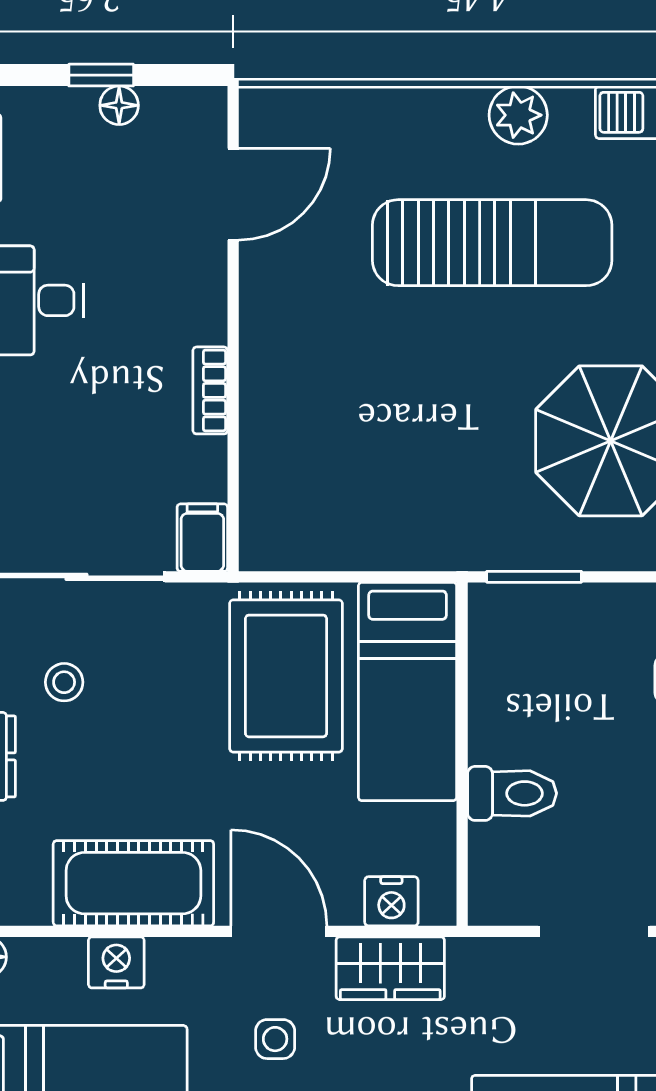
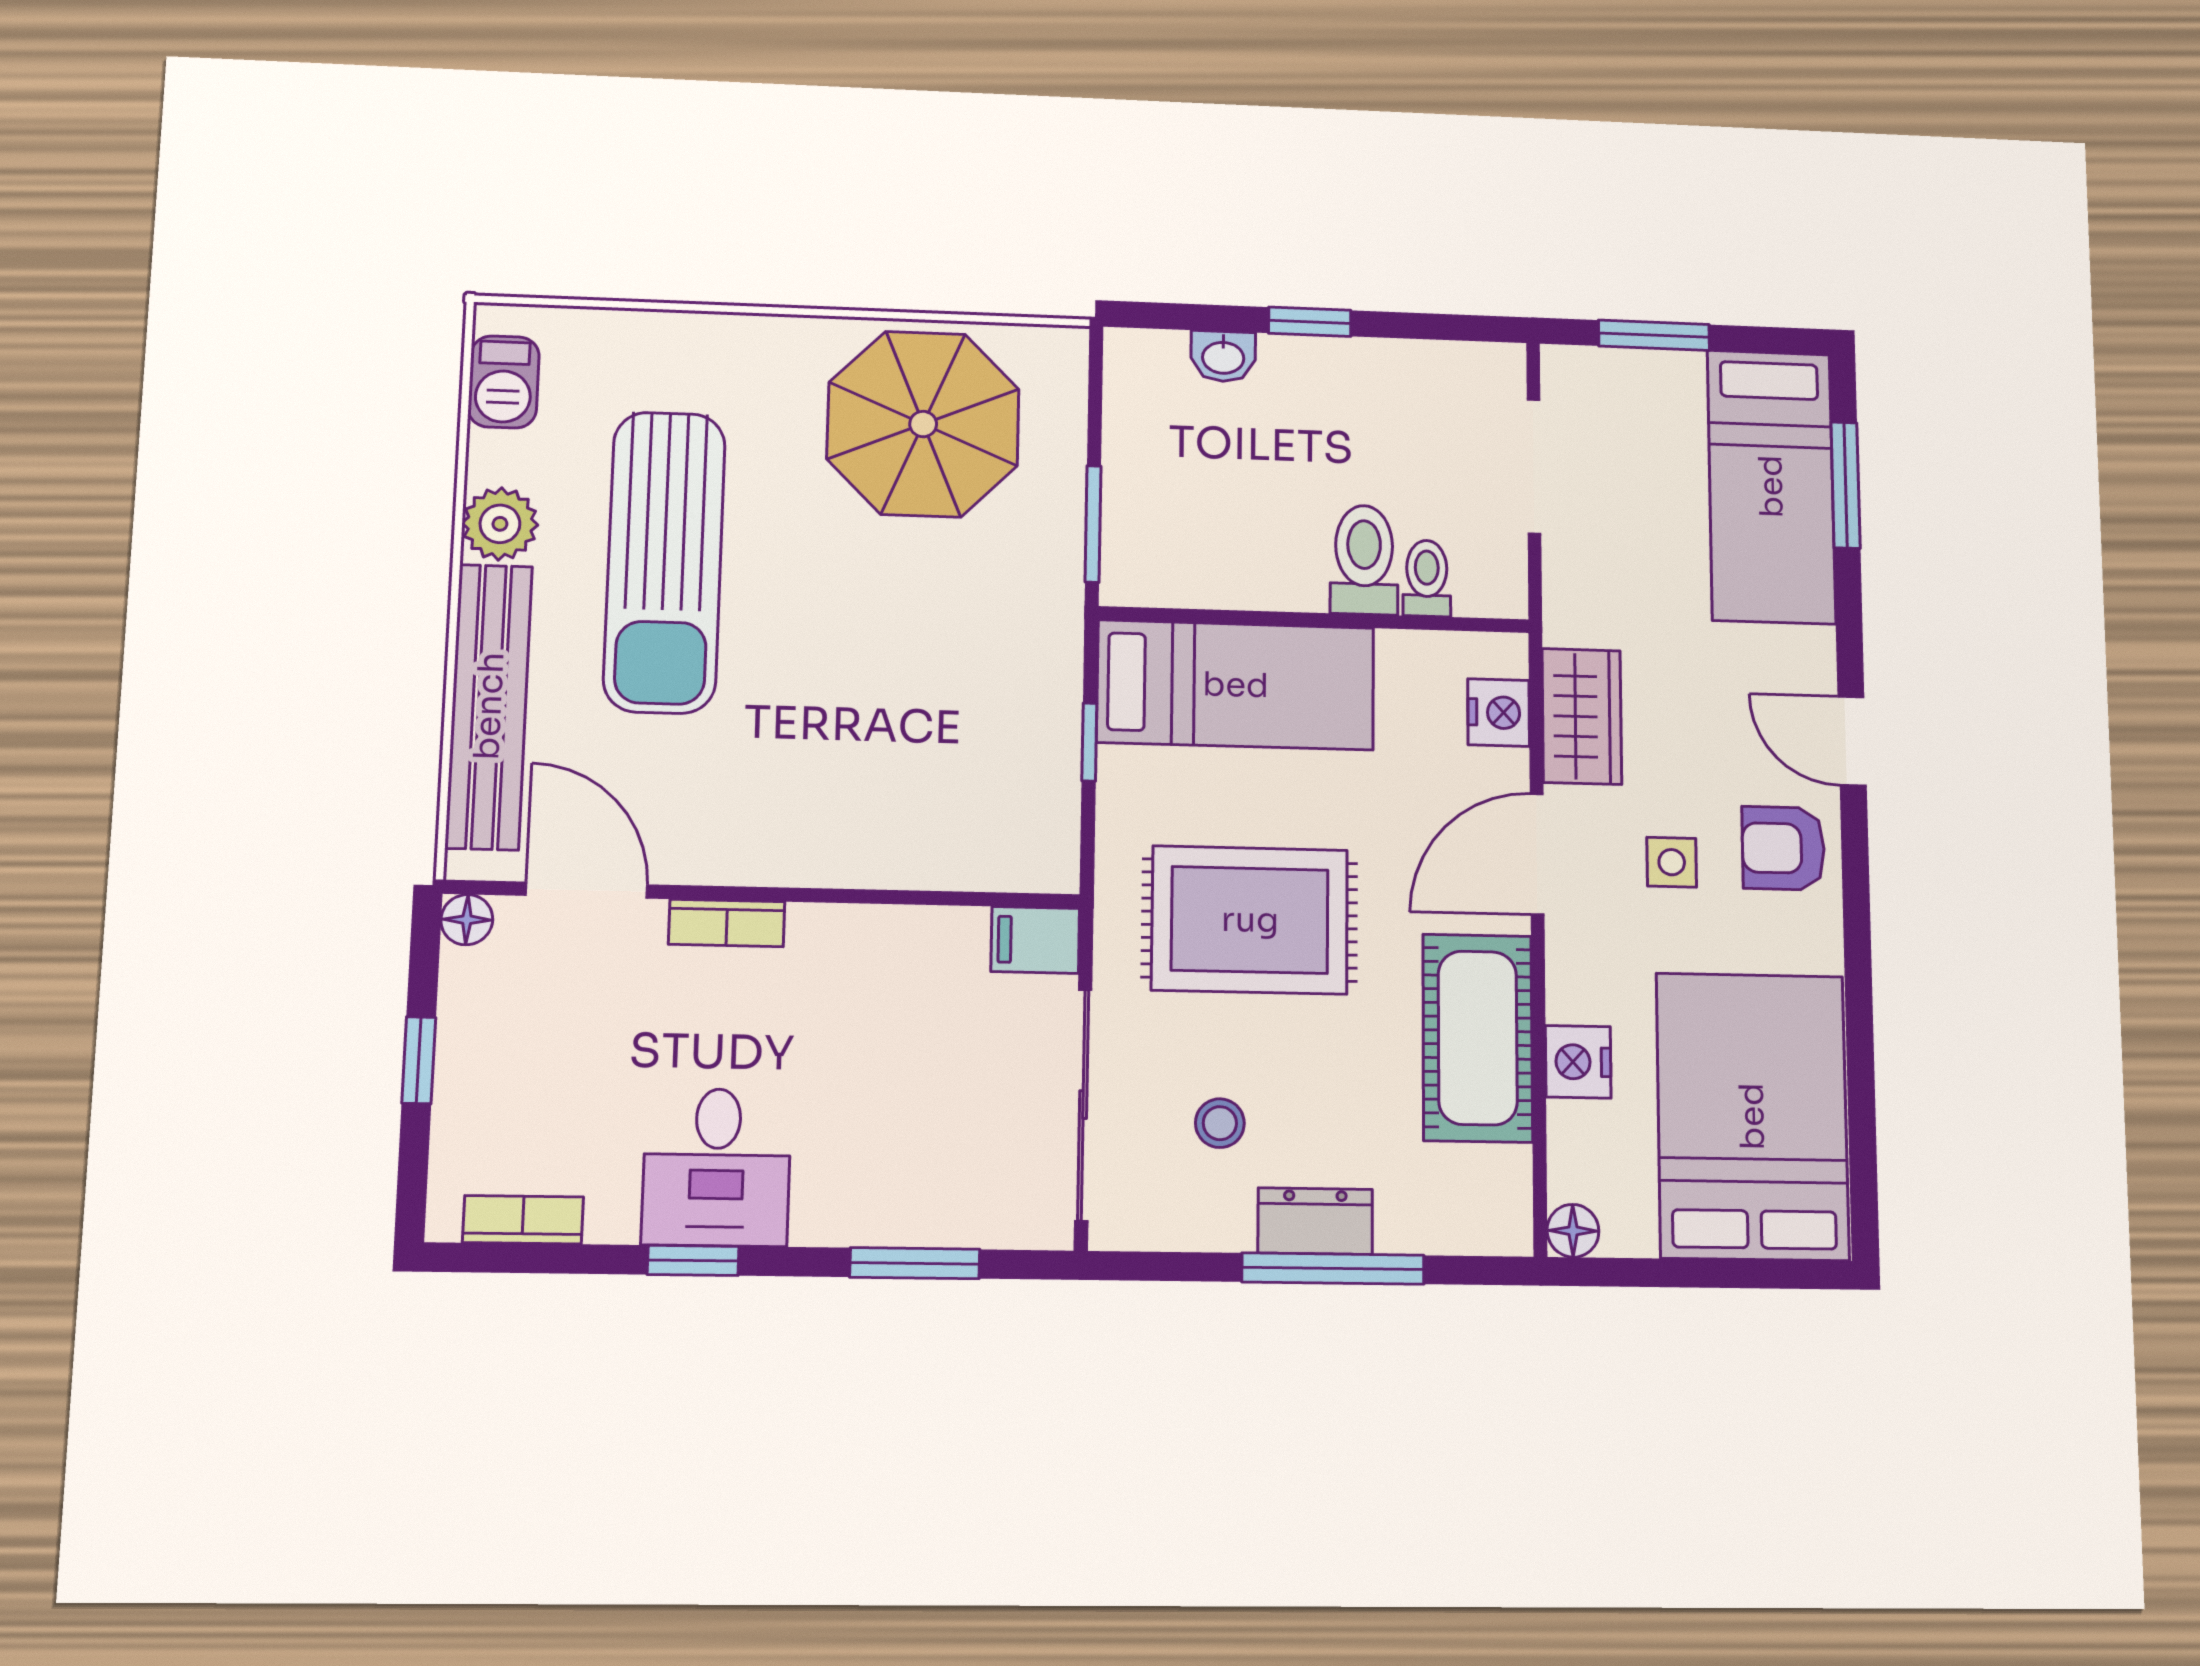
floor lamp: (119, 105) -> (467, 920), moved
bench: (374, 114) -> (489, 706), added
sun lounger: (492, 243) -> (664, 562), turned 180
bookcase: (210, 390) -> (727, 923), moved
window: (359, 577) -> (1089, 742), added
rug: (286, 676) -> (1250, 920), moved
toilet: (499, 844) -> (1427, 578), added

